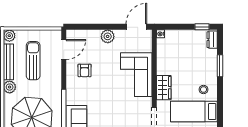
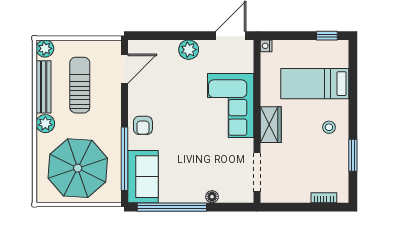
dresser: (212, 40) -> (342, 54), removed
window: (220, 66) -> (353, 155), moved
armchair: (85, 70) -> (143, 125), moved
bed: (194, 111) -> (315, 84), moved

